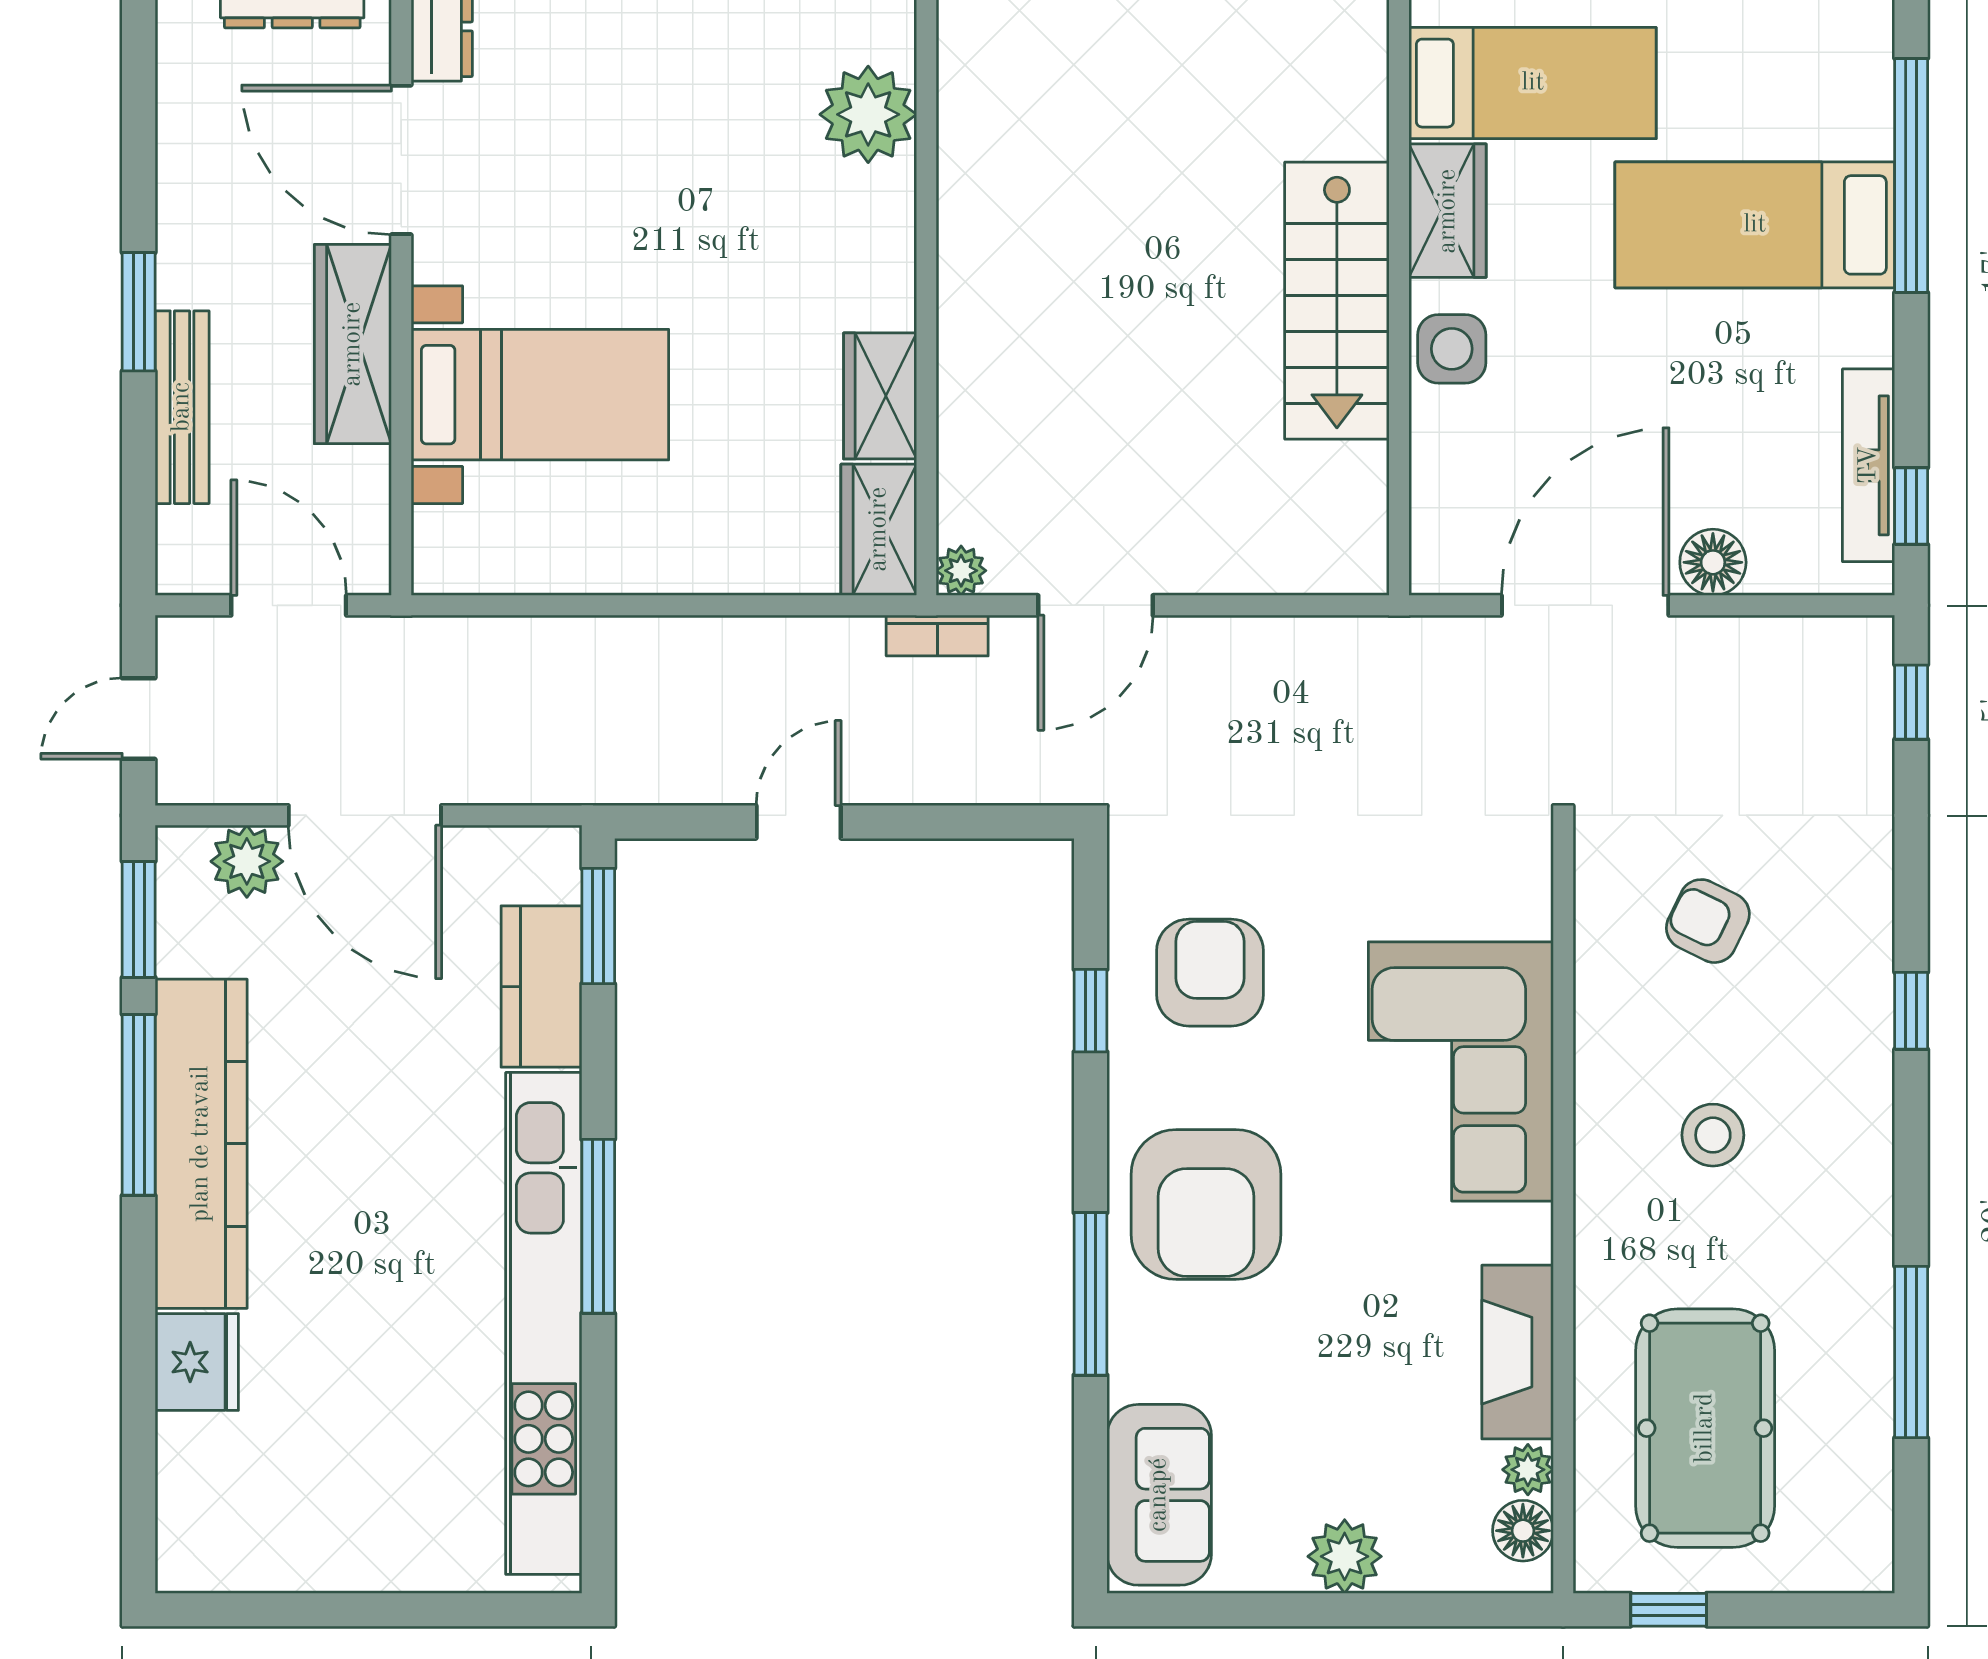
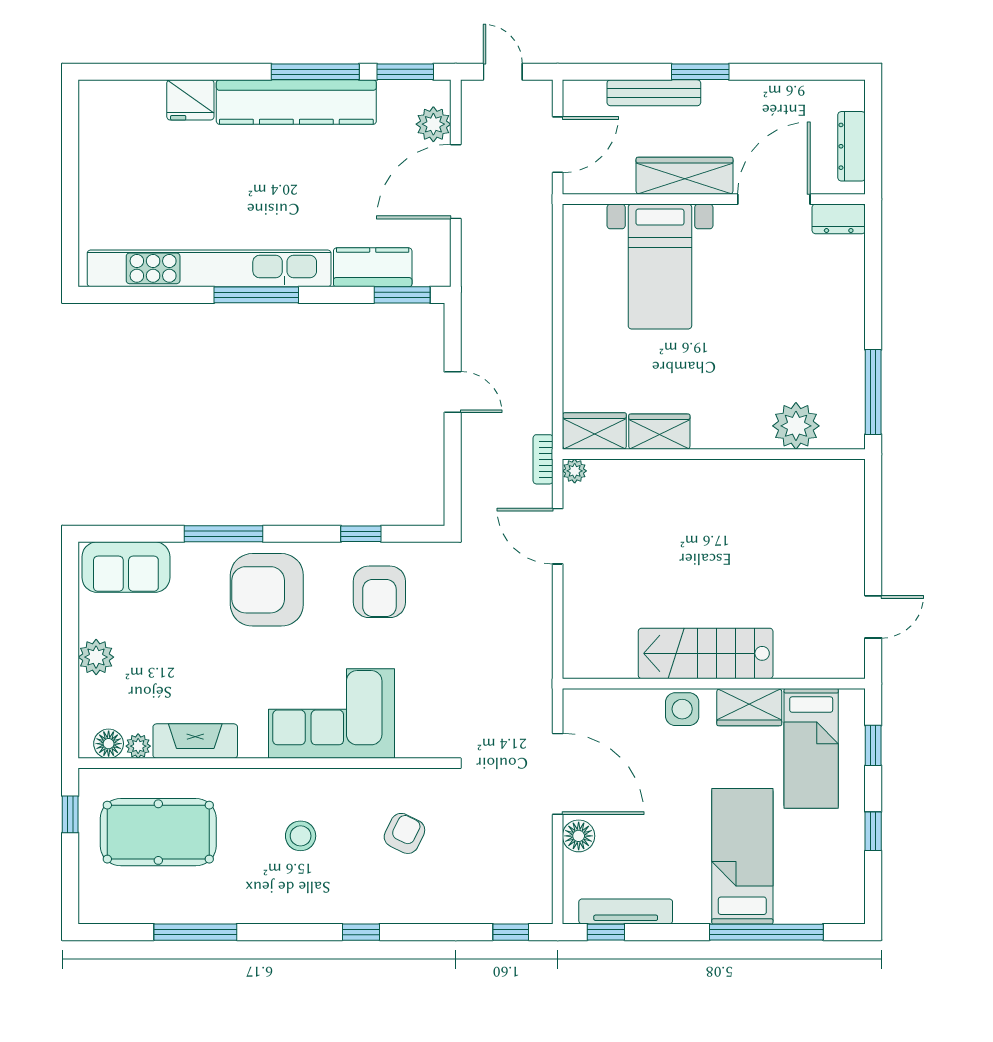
armchair: (1210, 973) -> (379, 592), turned 90

